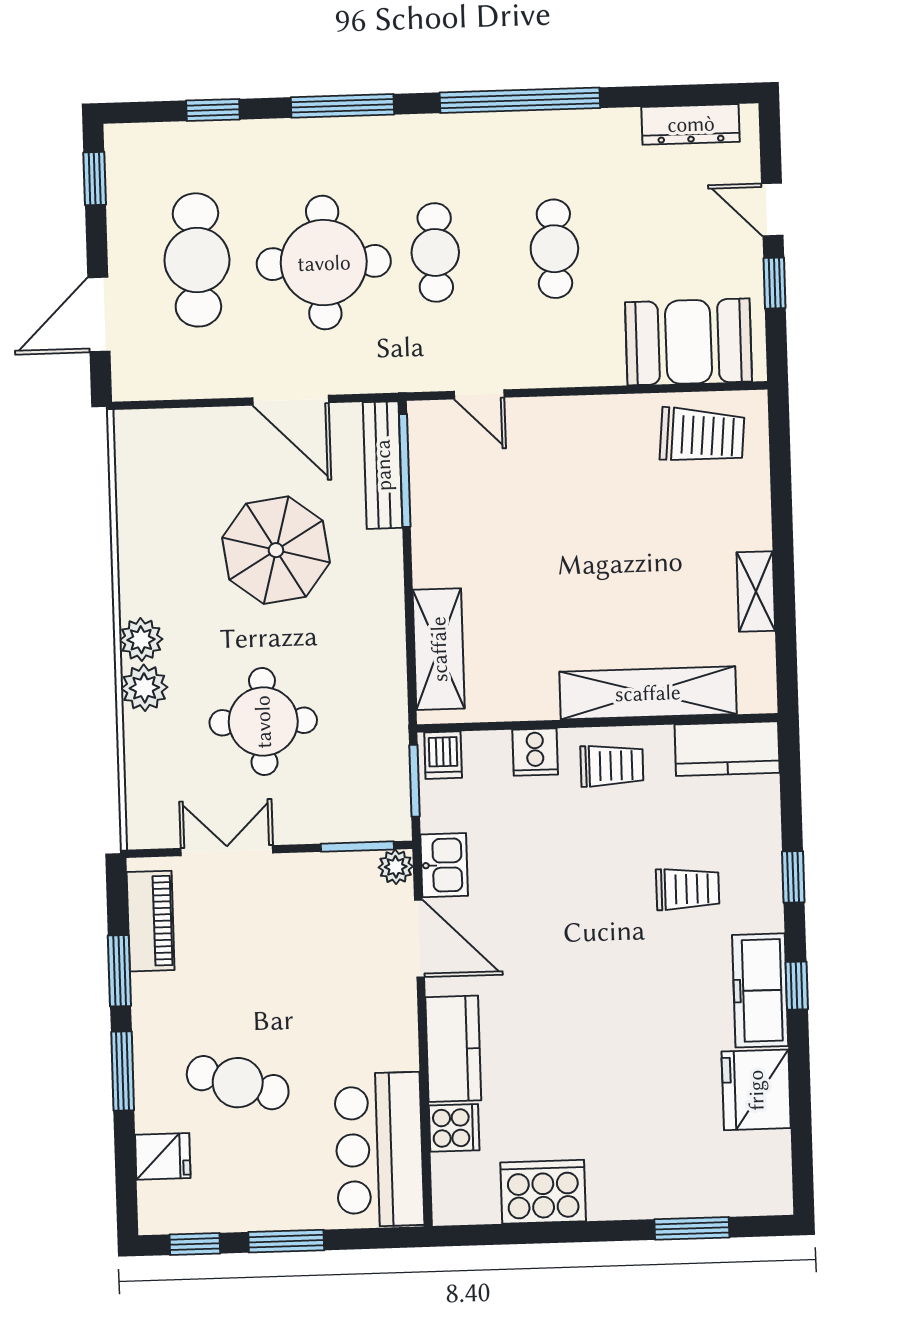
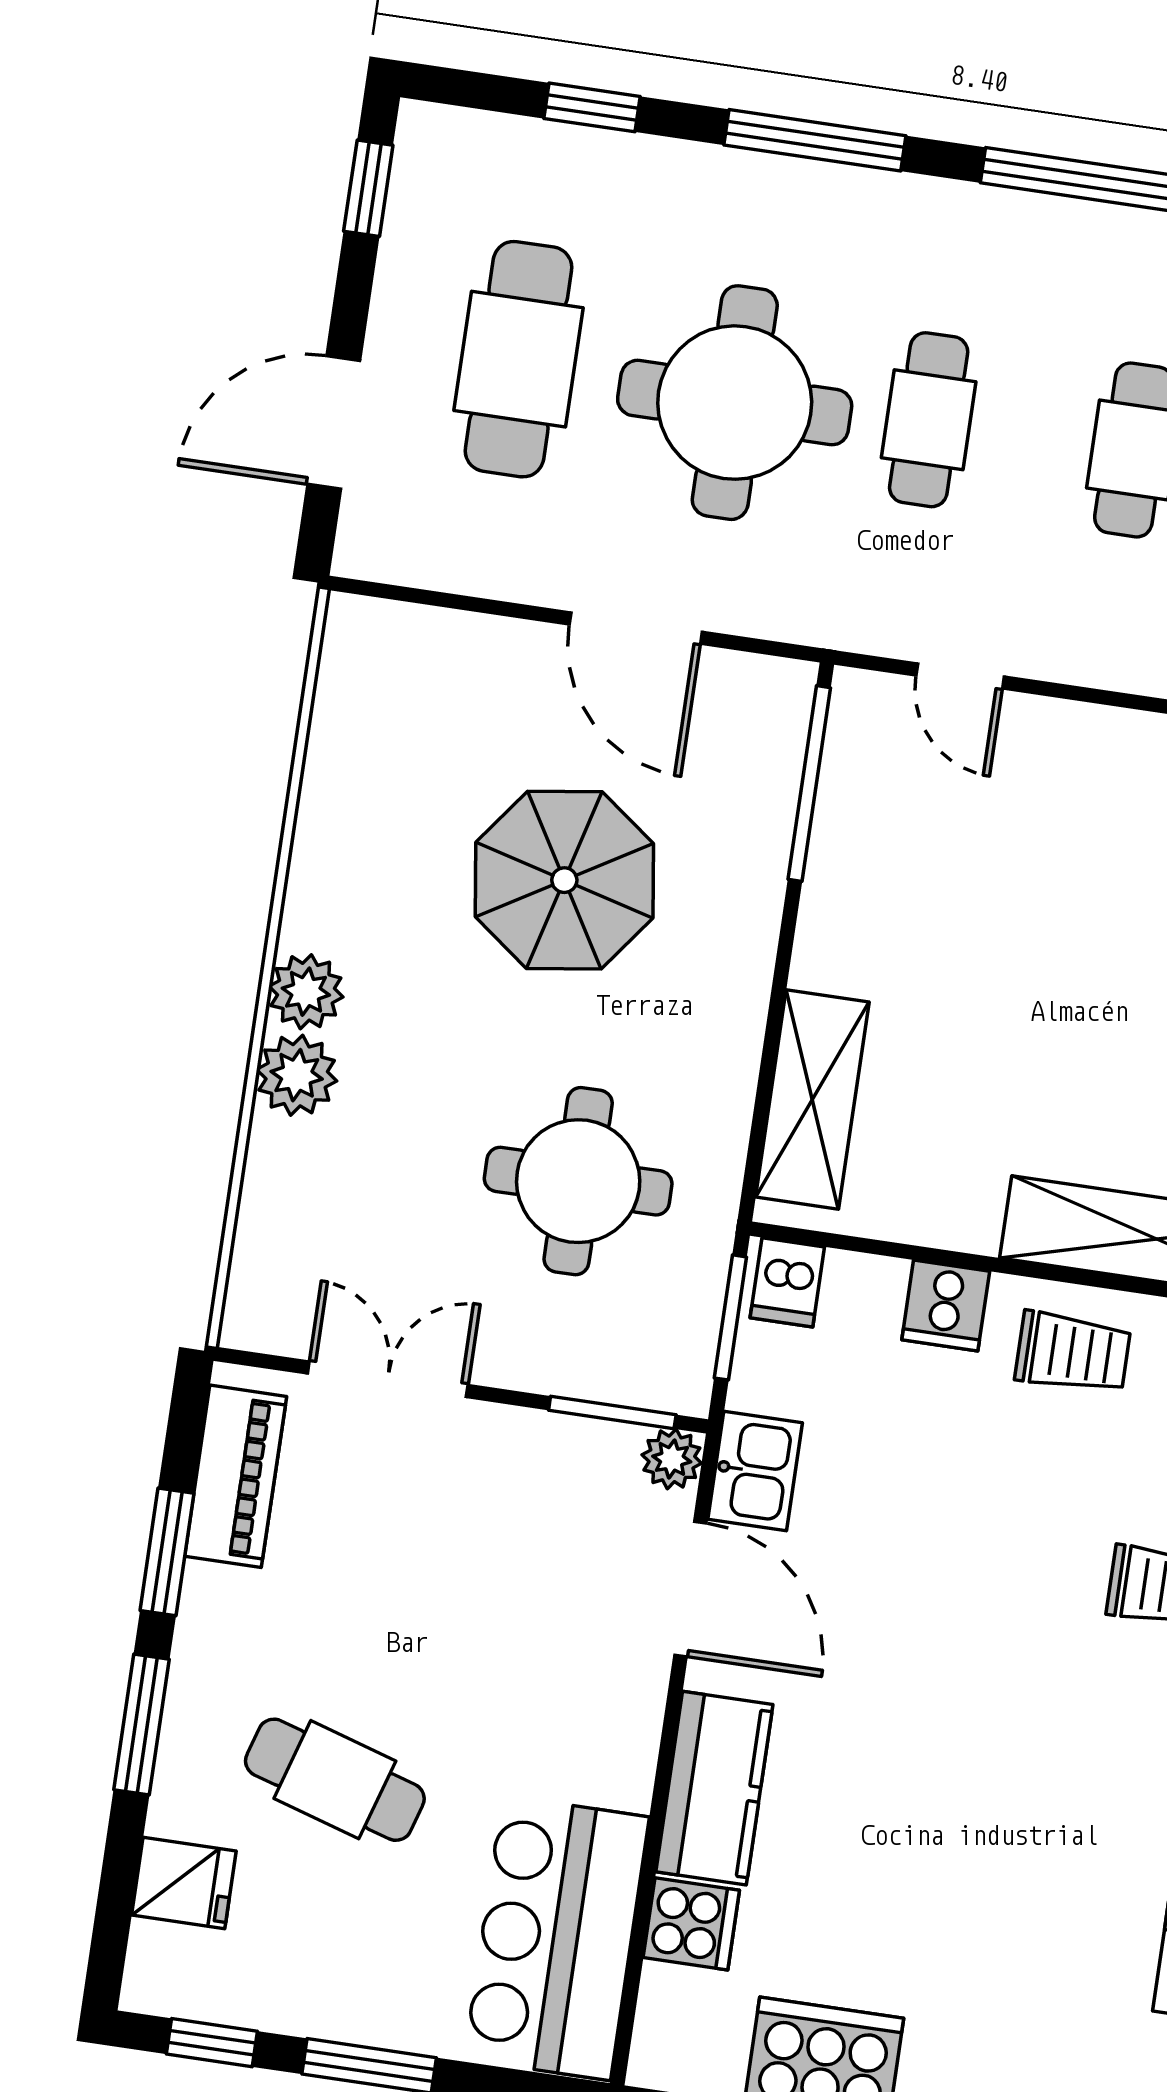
bench: (383, 465) -> (773, 767), removed
round table: (263, 722) -> (578, 1181), moved

